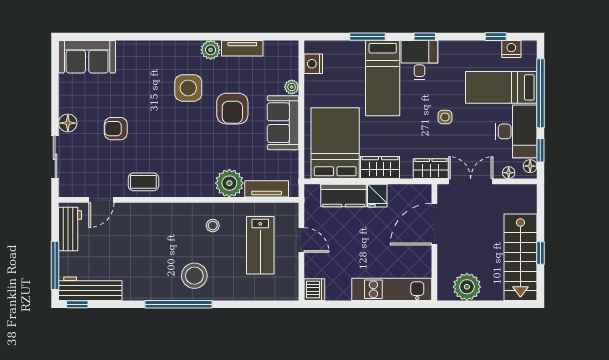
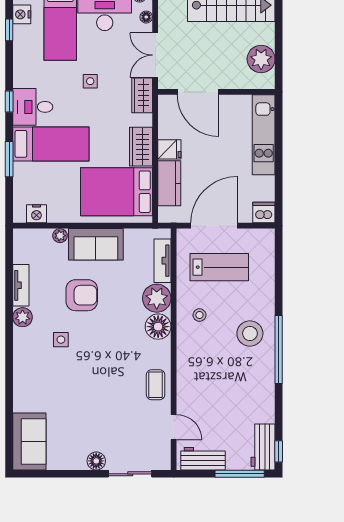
side table: (188, 88) -> (61, 340), width x0.54, depth x0.54
armchair: (116, 129) -> (102, 413), removed
floor lamp: (201, 184) -> (158, 327), added
door: (301, 240) -> (214, 226), width x1.87
workbench: (90, 289) -> (263, 447), width x0.73

